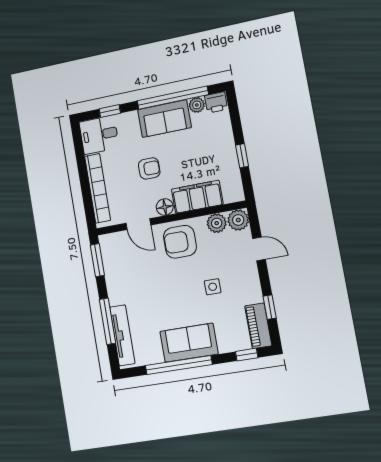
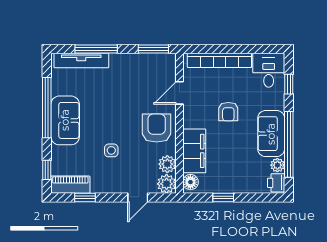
floor lamp: (165, 207) -> (190, 182), moved

